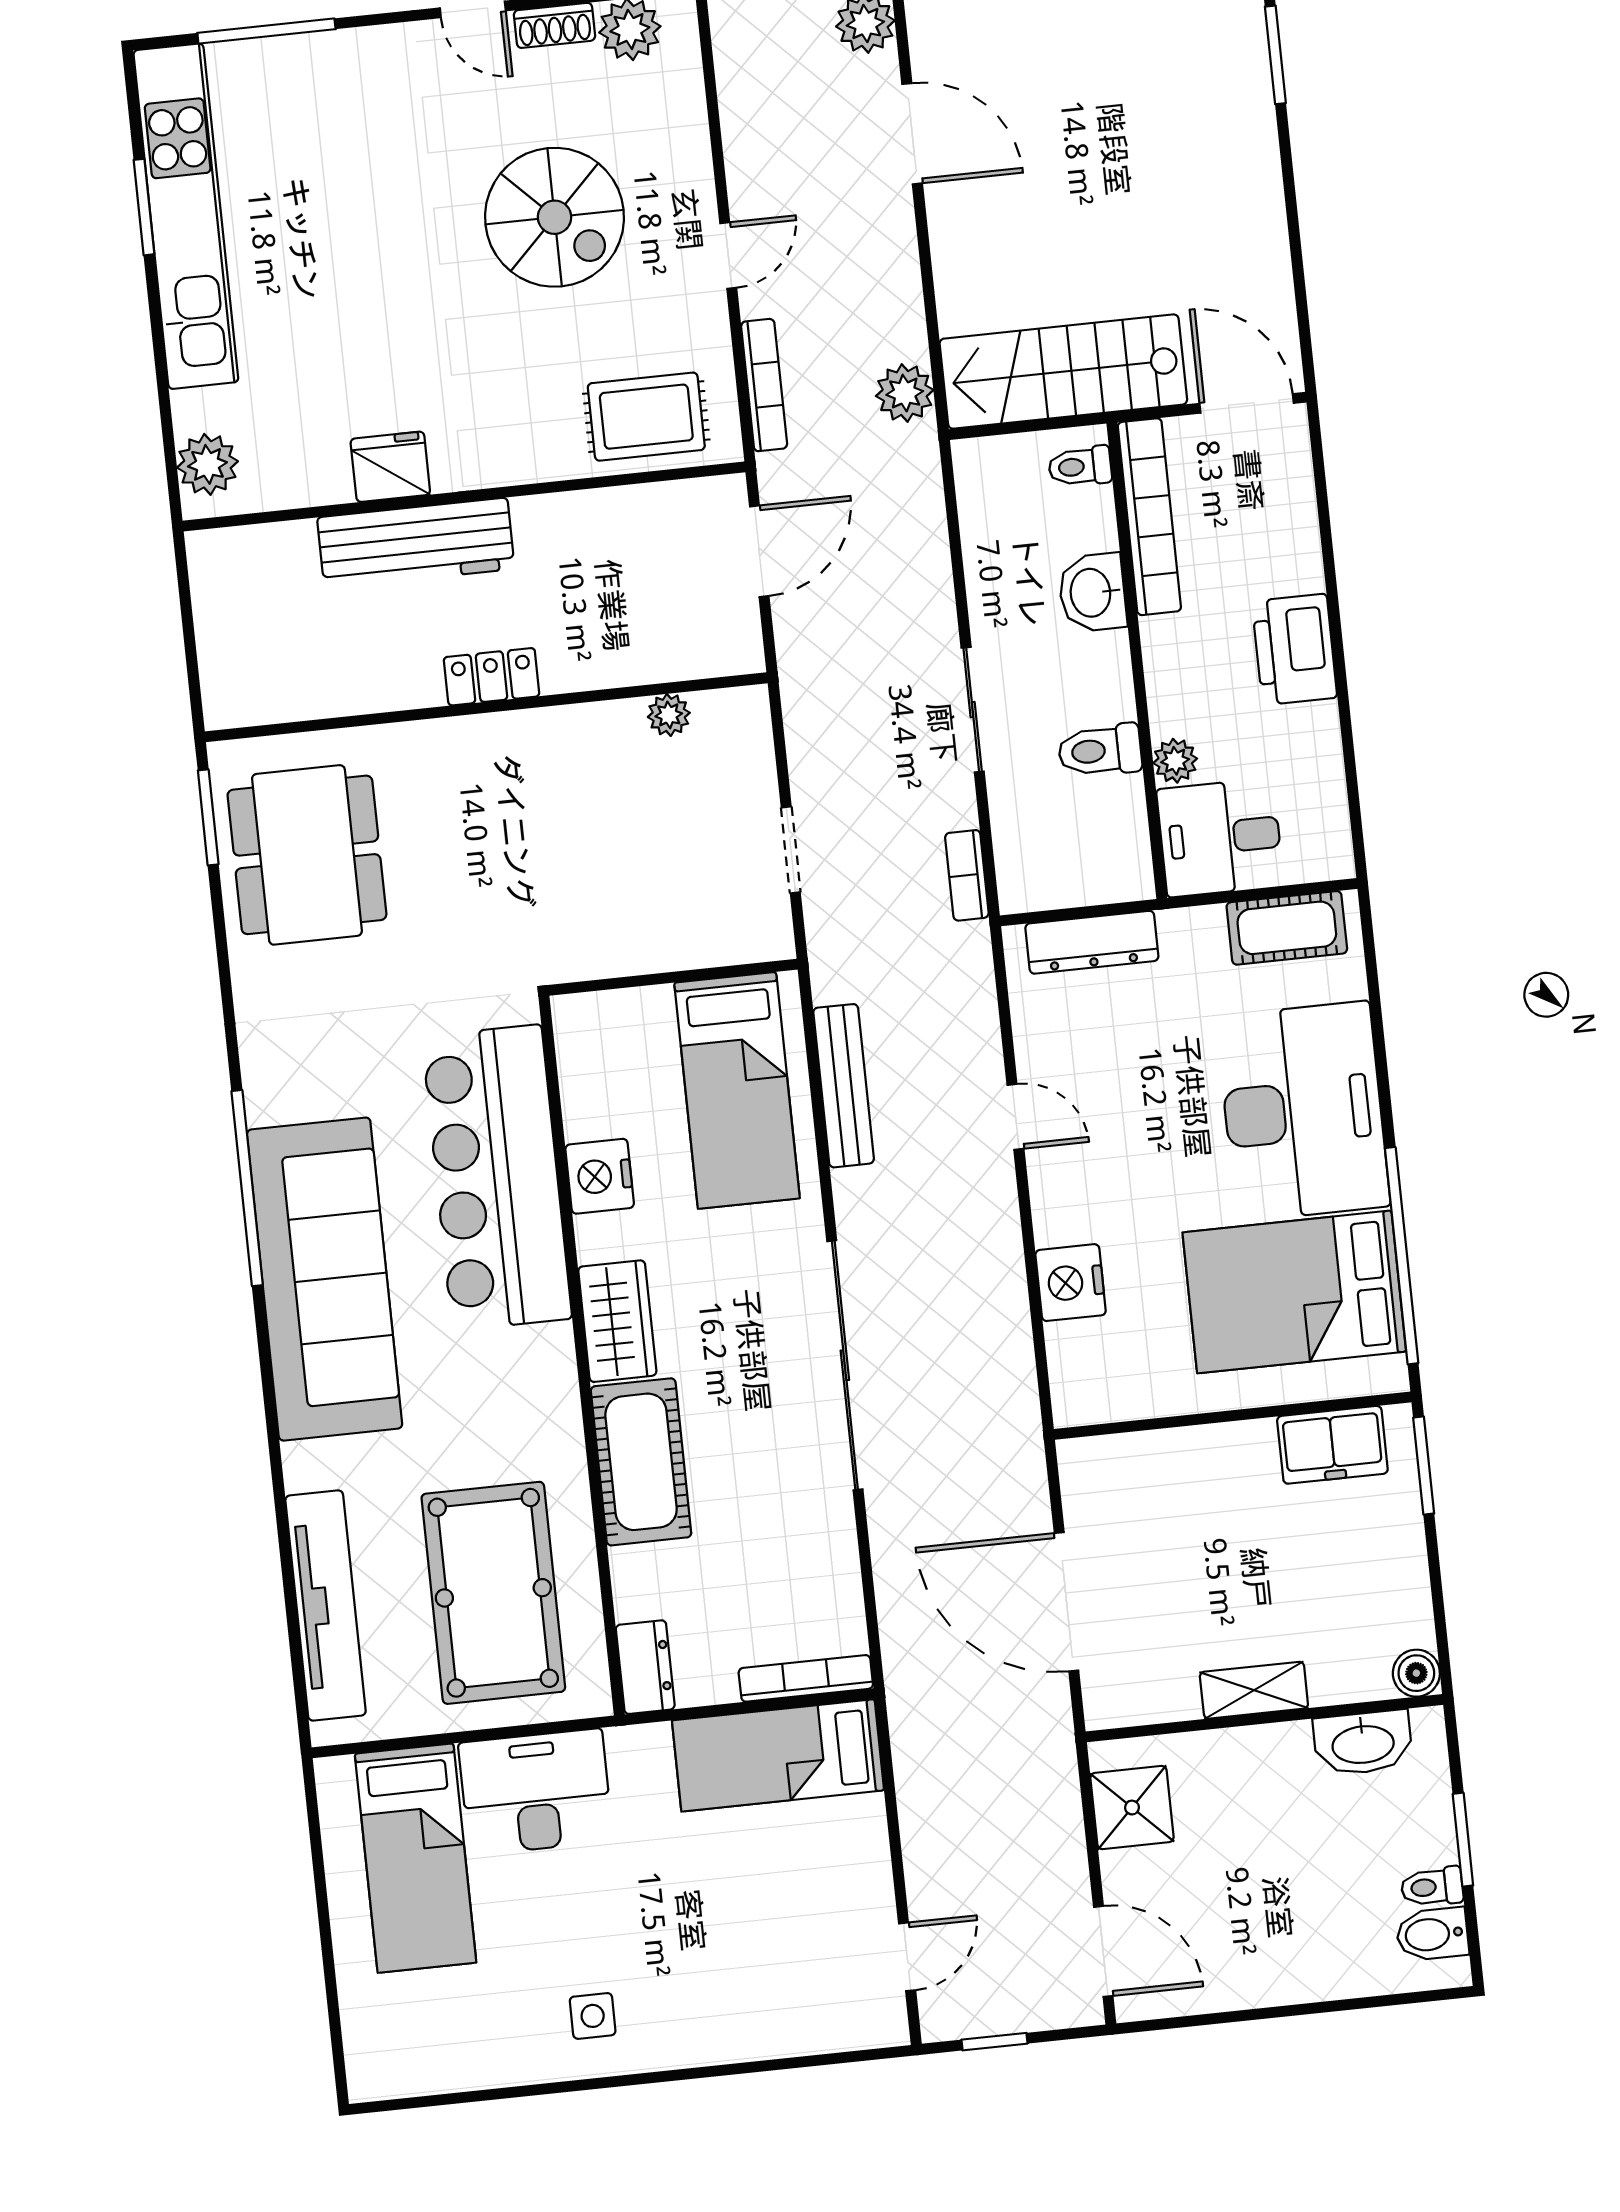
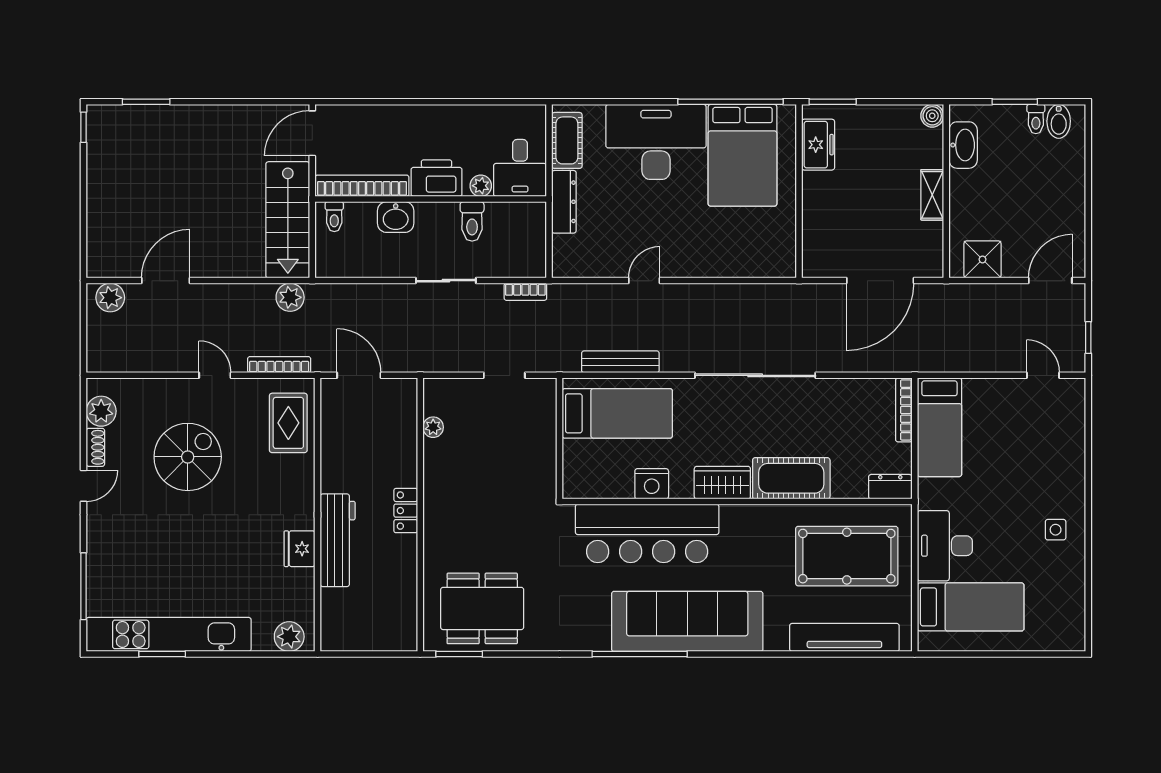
printer: (1295, 649) -> (436, 178), moved, turned 180
dresser: (1092, 942) -> (564, 202), moved
nightstand: (1071, 1283) -> (727, 262), removed

